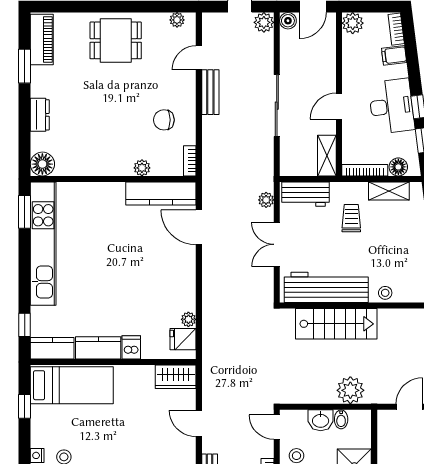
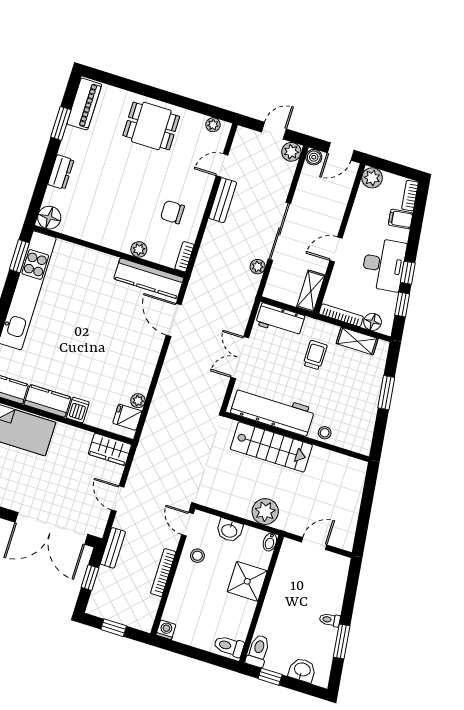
plant: (266, 200) -> (258, 267), moved
bidet: (341, 419) -> (270, 542), moved

